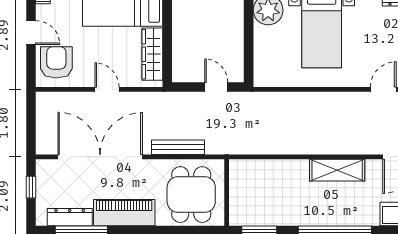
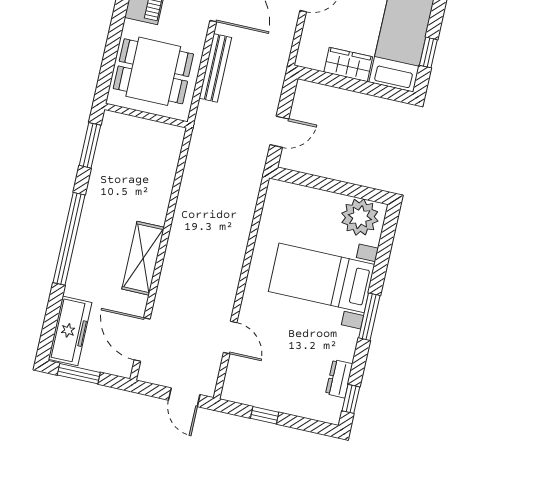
wardrobe: (152, 54) -> (348, 64), width x0.67

